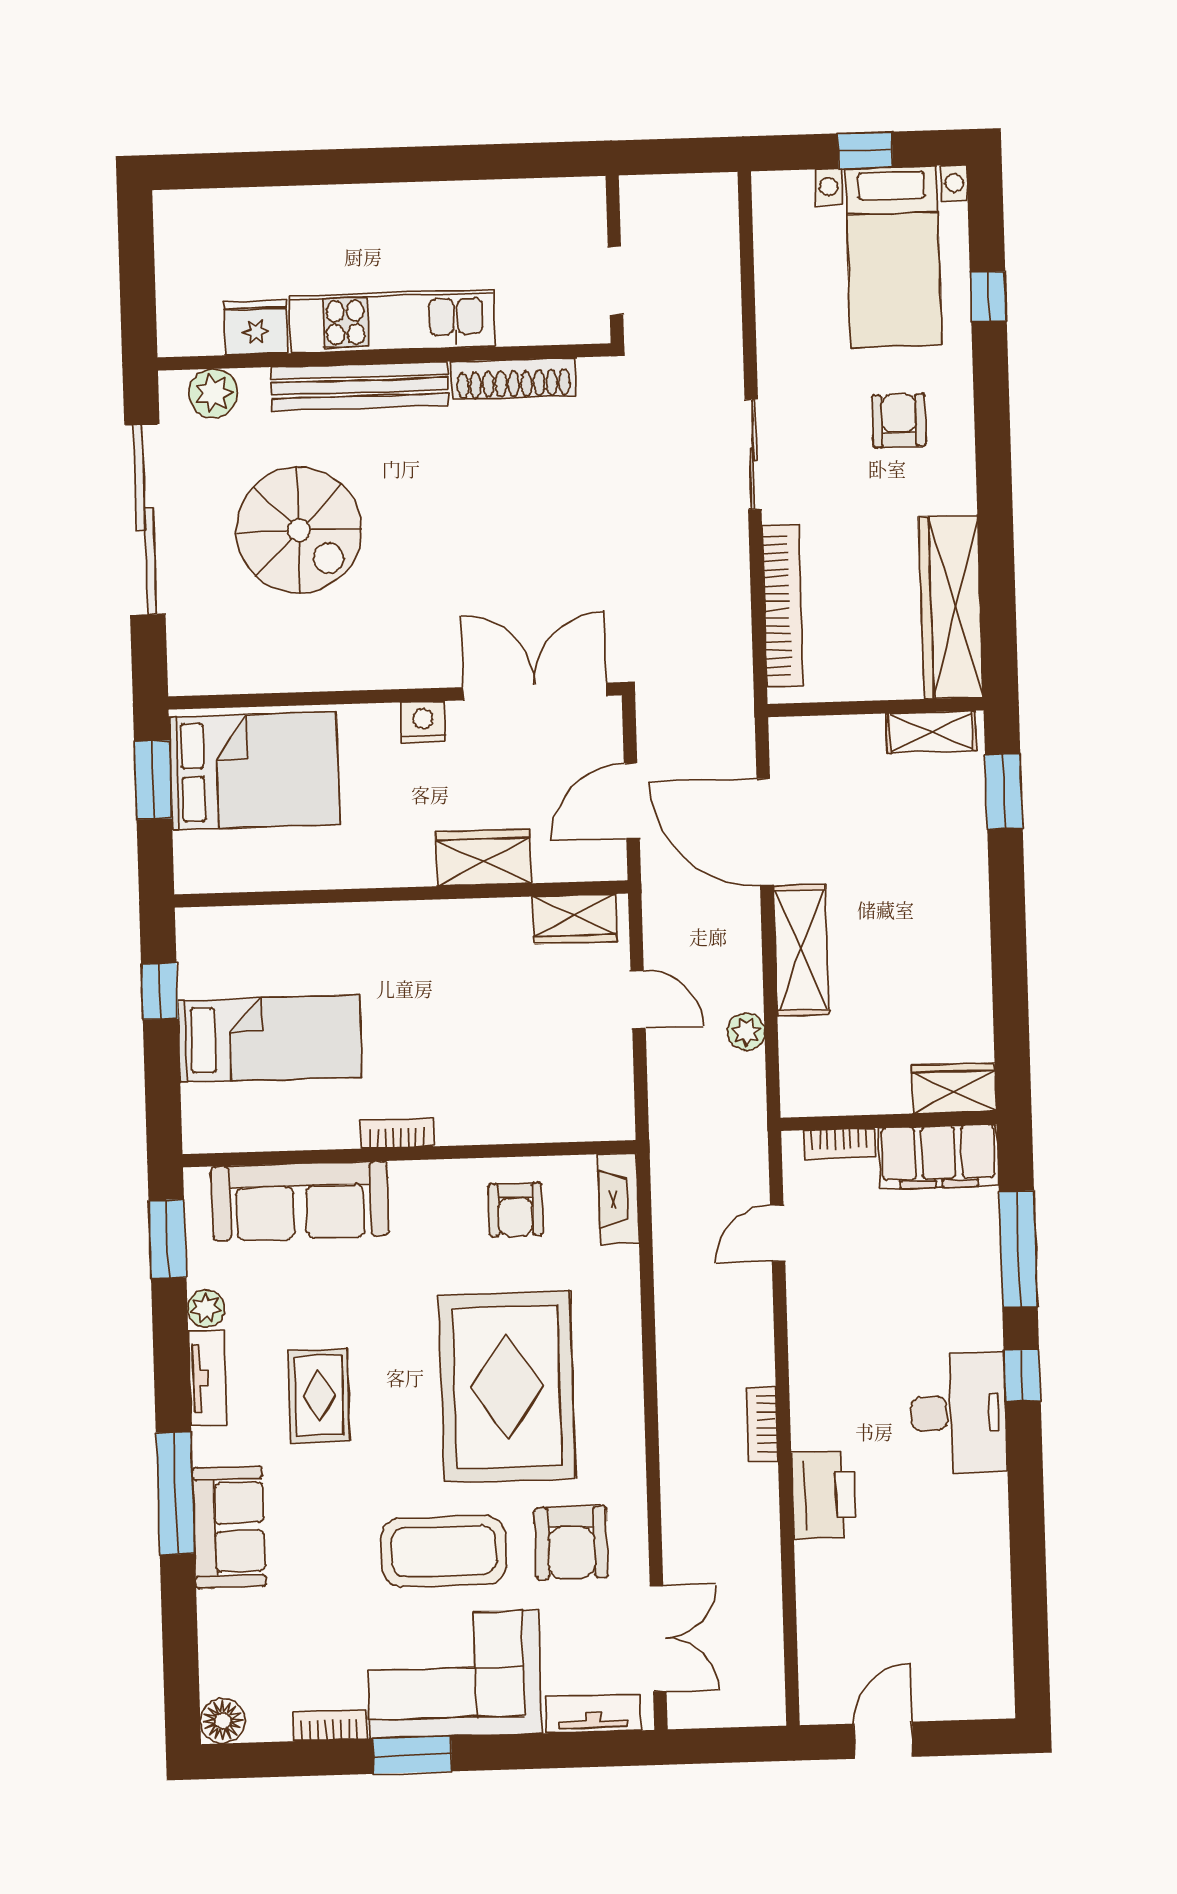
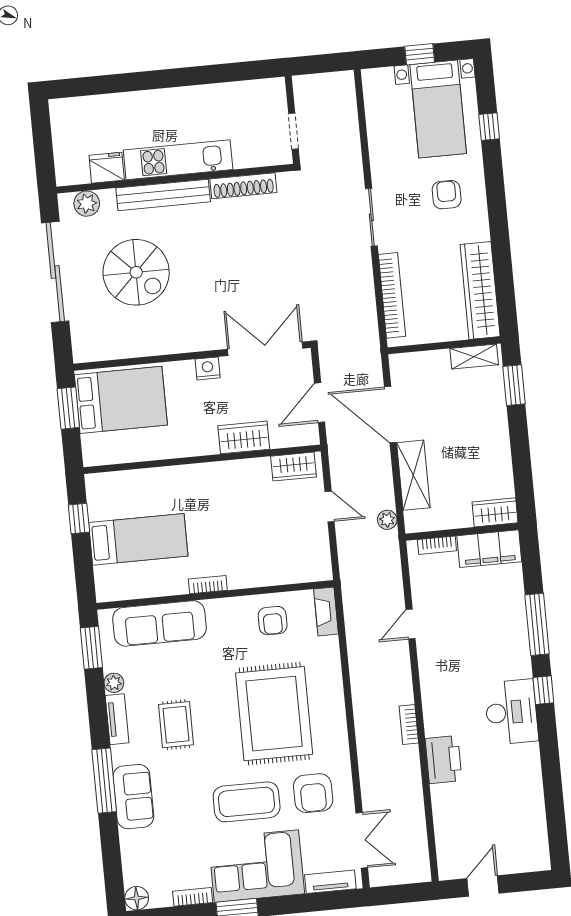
wardrobe: (954, 1088) -> (495, 512), moved
wall: (889, 1121) -> (462, 532), moved
bookcase: (839, 1144) -> (437, 545), moved
filing cabinet: (938, 1157) -> (489, 549), moved

